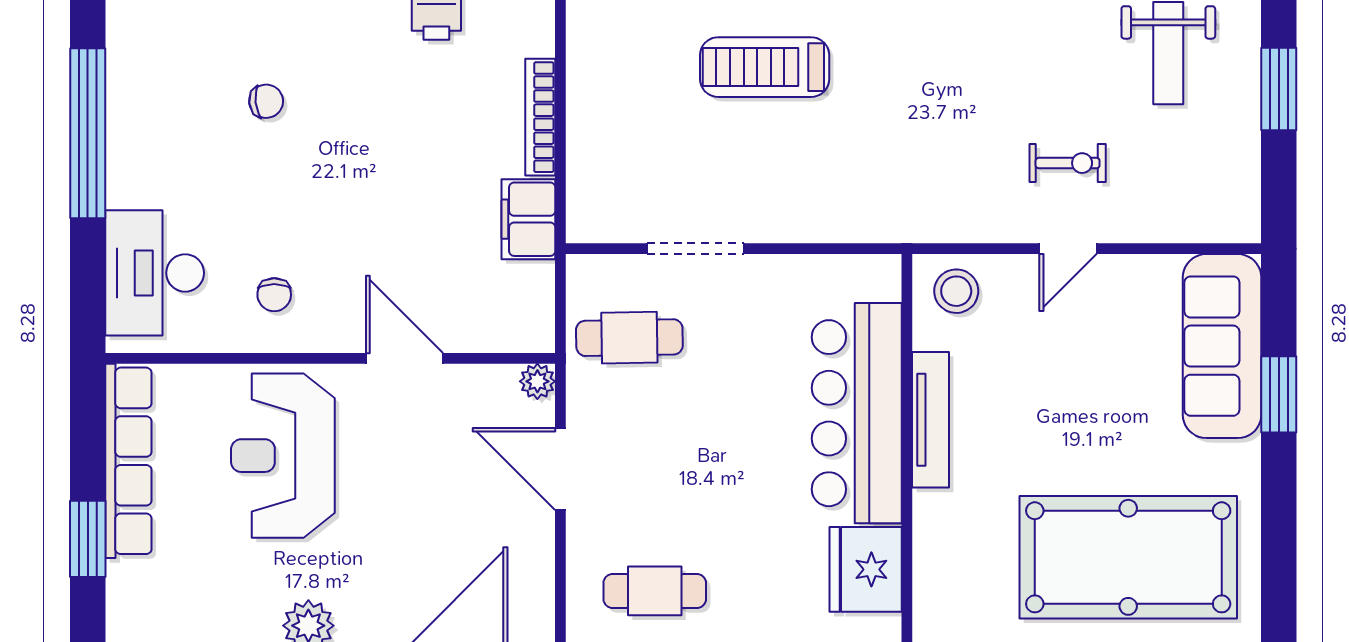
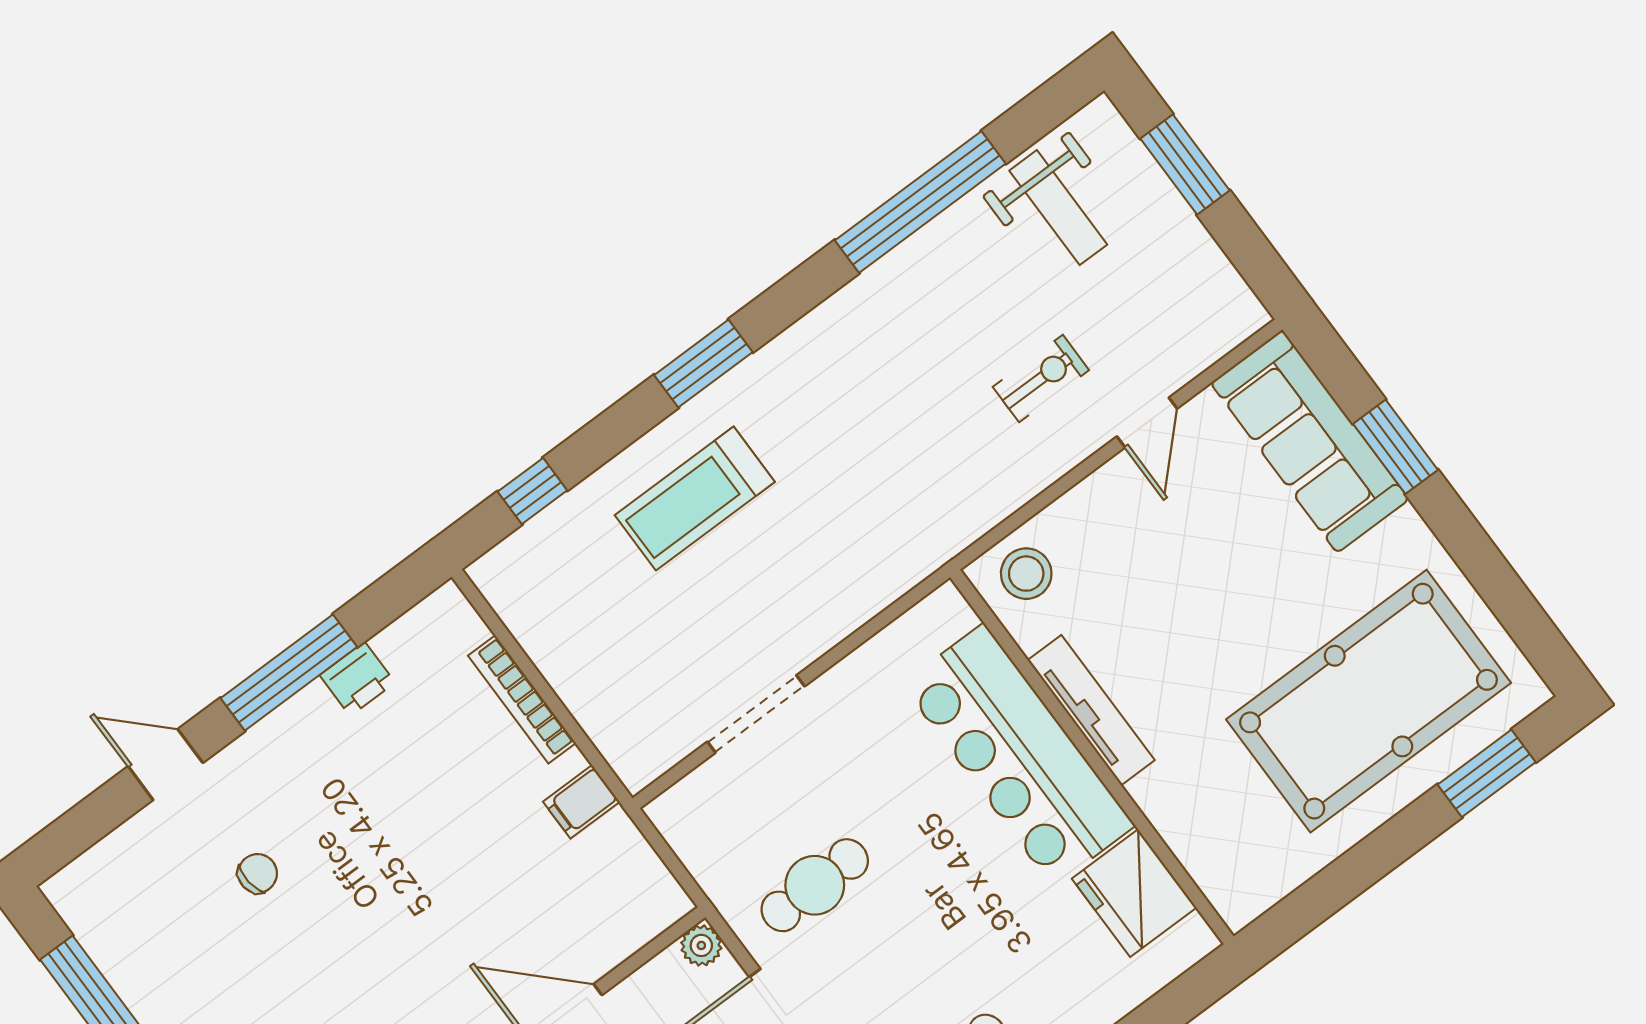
filing cabinet: (528, 219) -> (581, 802), width x0.50
door: (1068, 249) -> (1147, 423), moved
cafe table: (629, 338) -> (815, 885), moved

